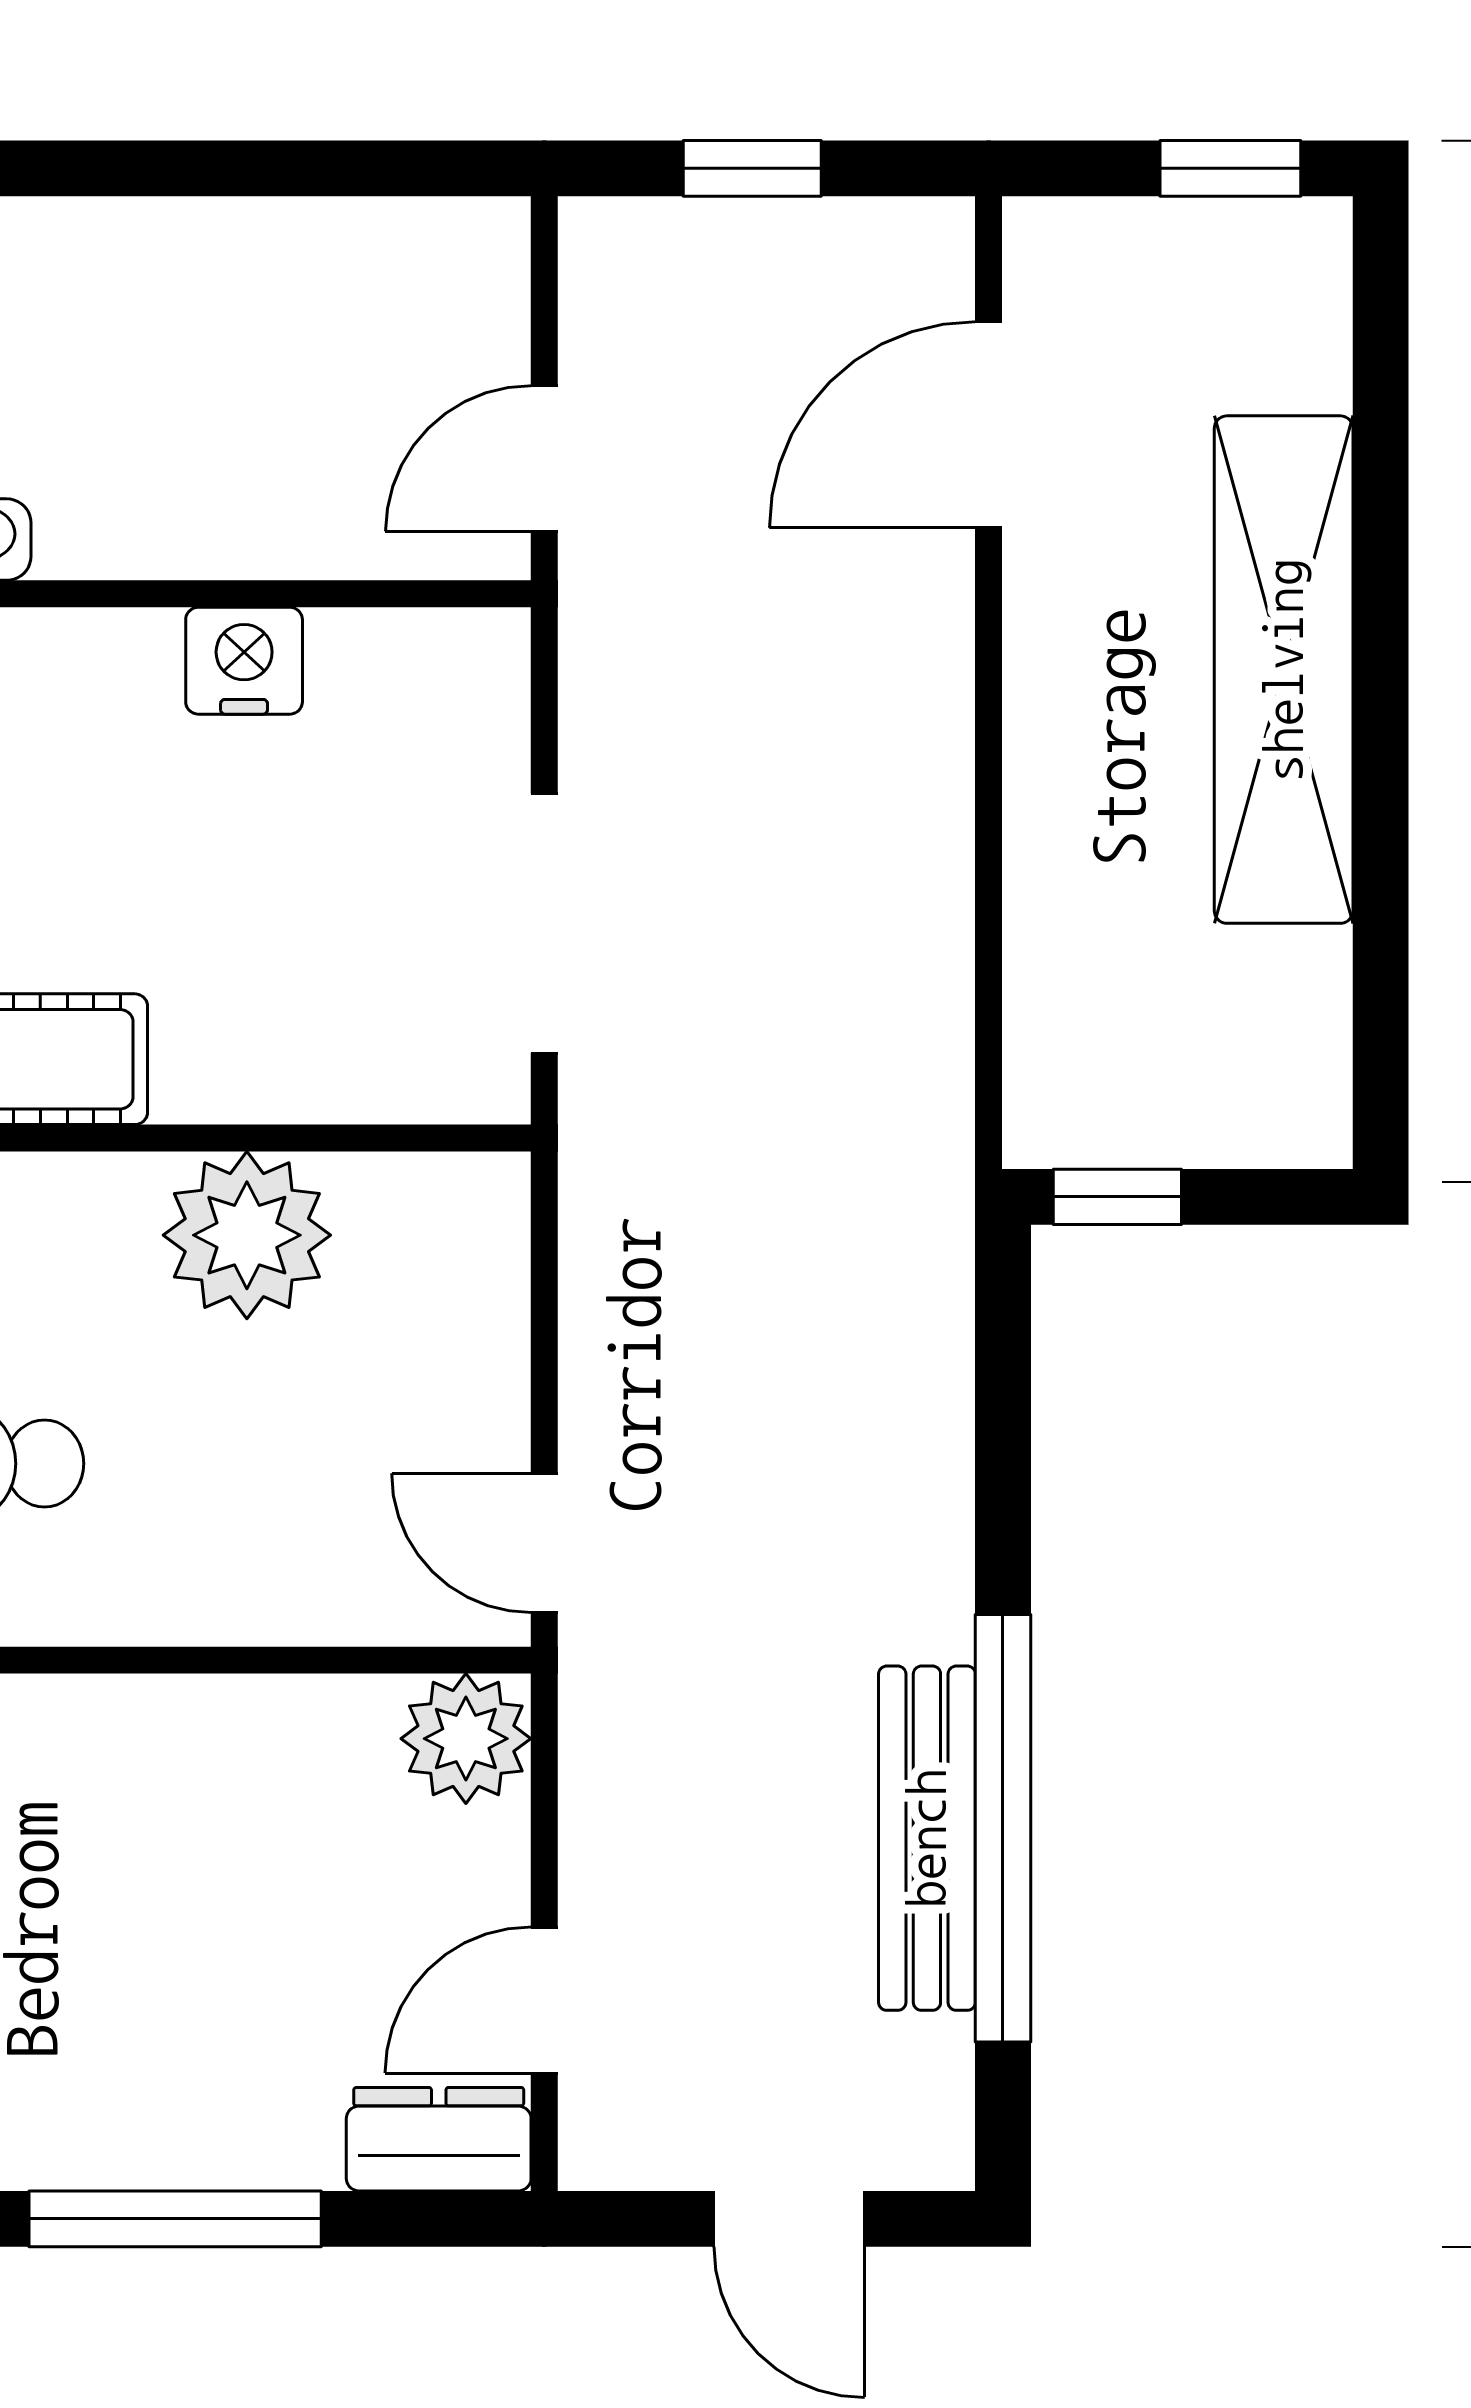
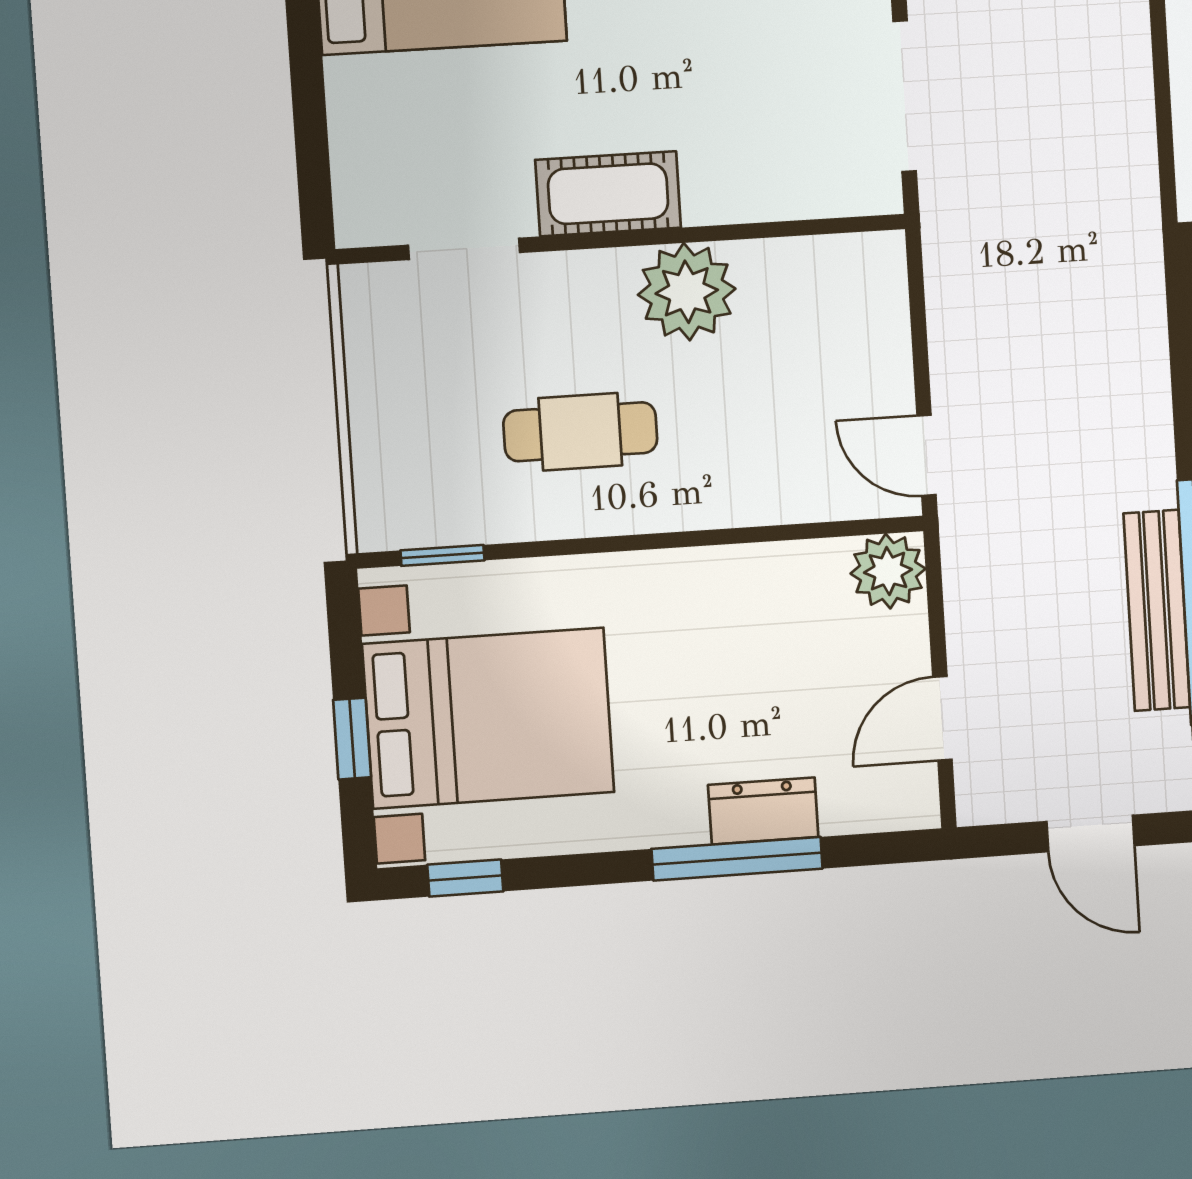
plant: (247, 1235) -> (687, 292), moved
dresser: (439, 2139) -> (763, 811), moved

